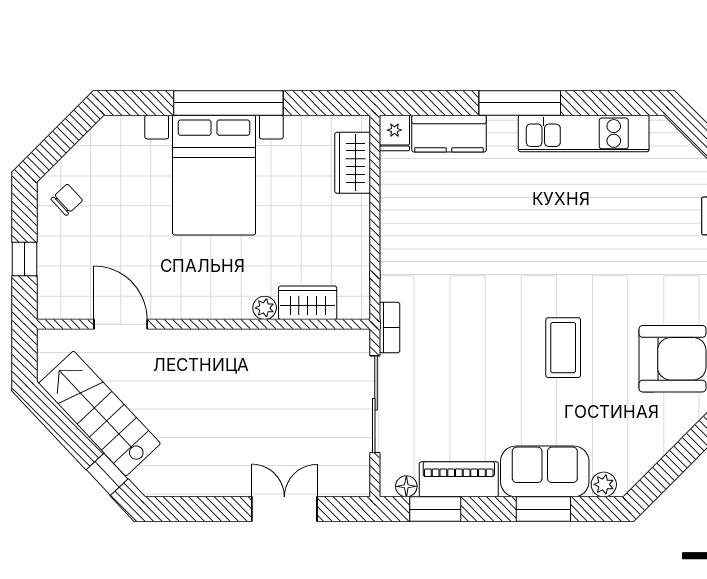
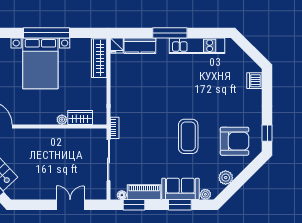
wardrobe: (353, 163) -> (99, 58), width x1.50
coffee table: (563, 348) -> (188, 136), width x1.36, depth x1.32
plant: (652, 445) -> (226, 178), added

